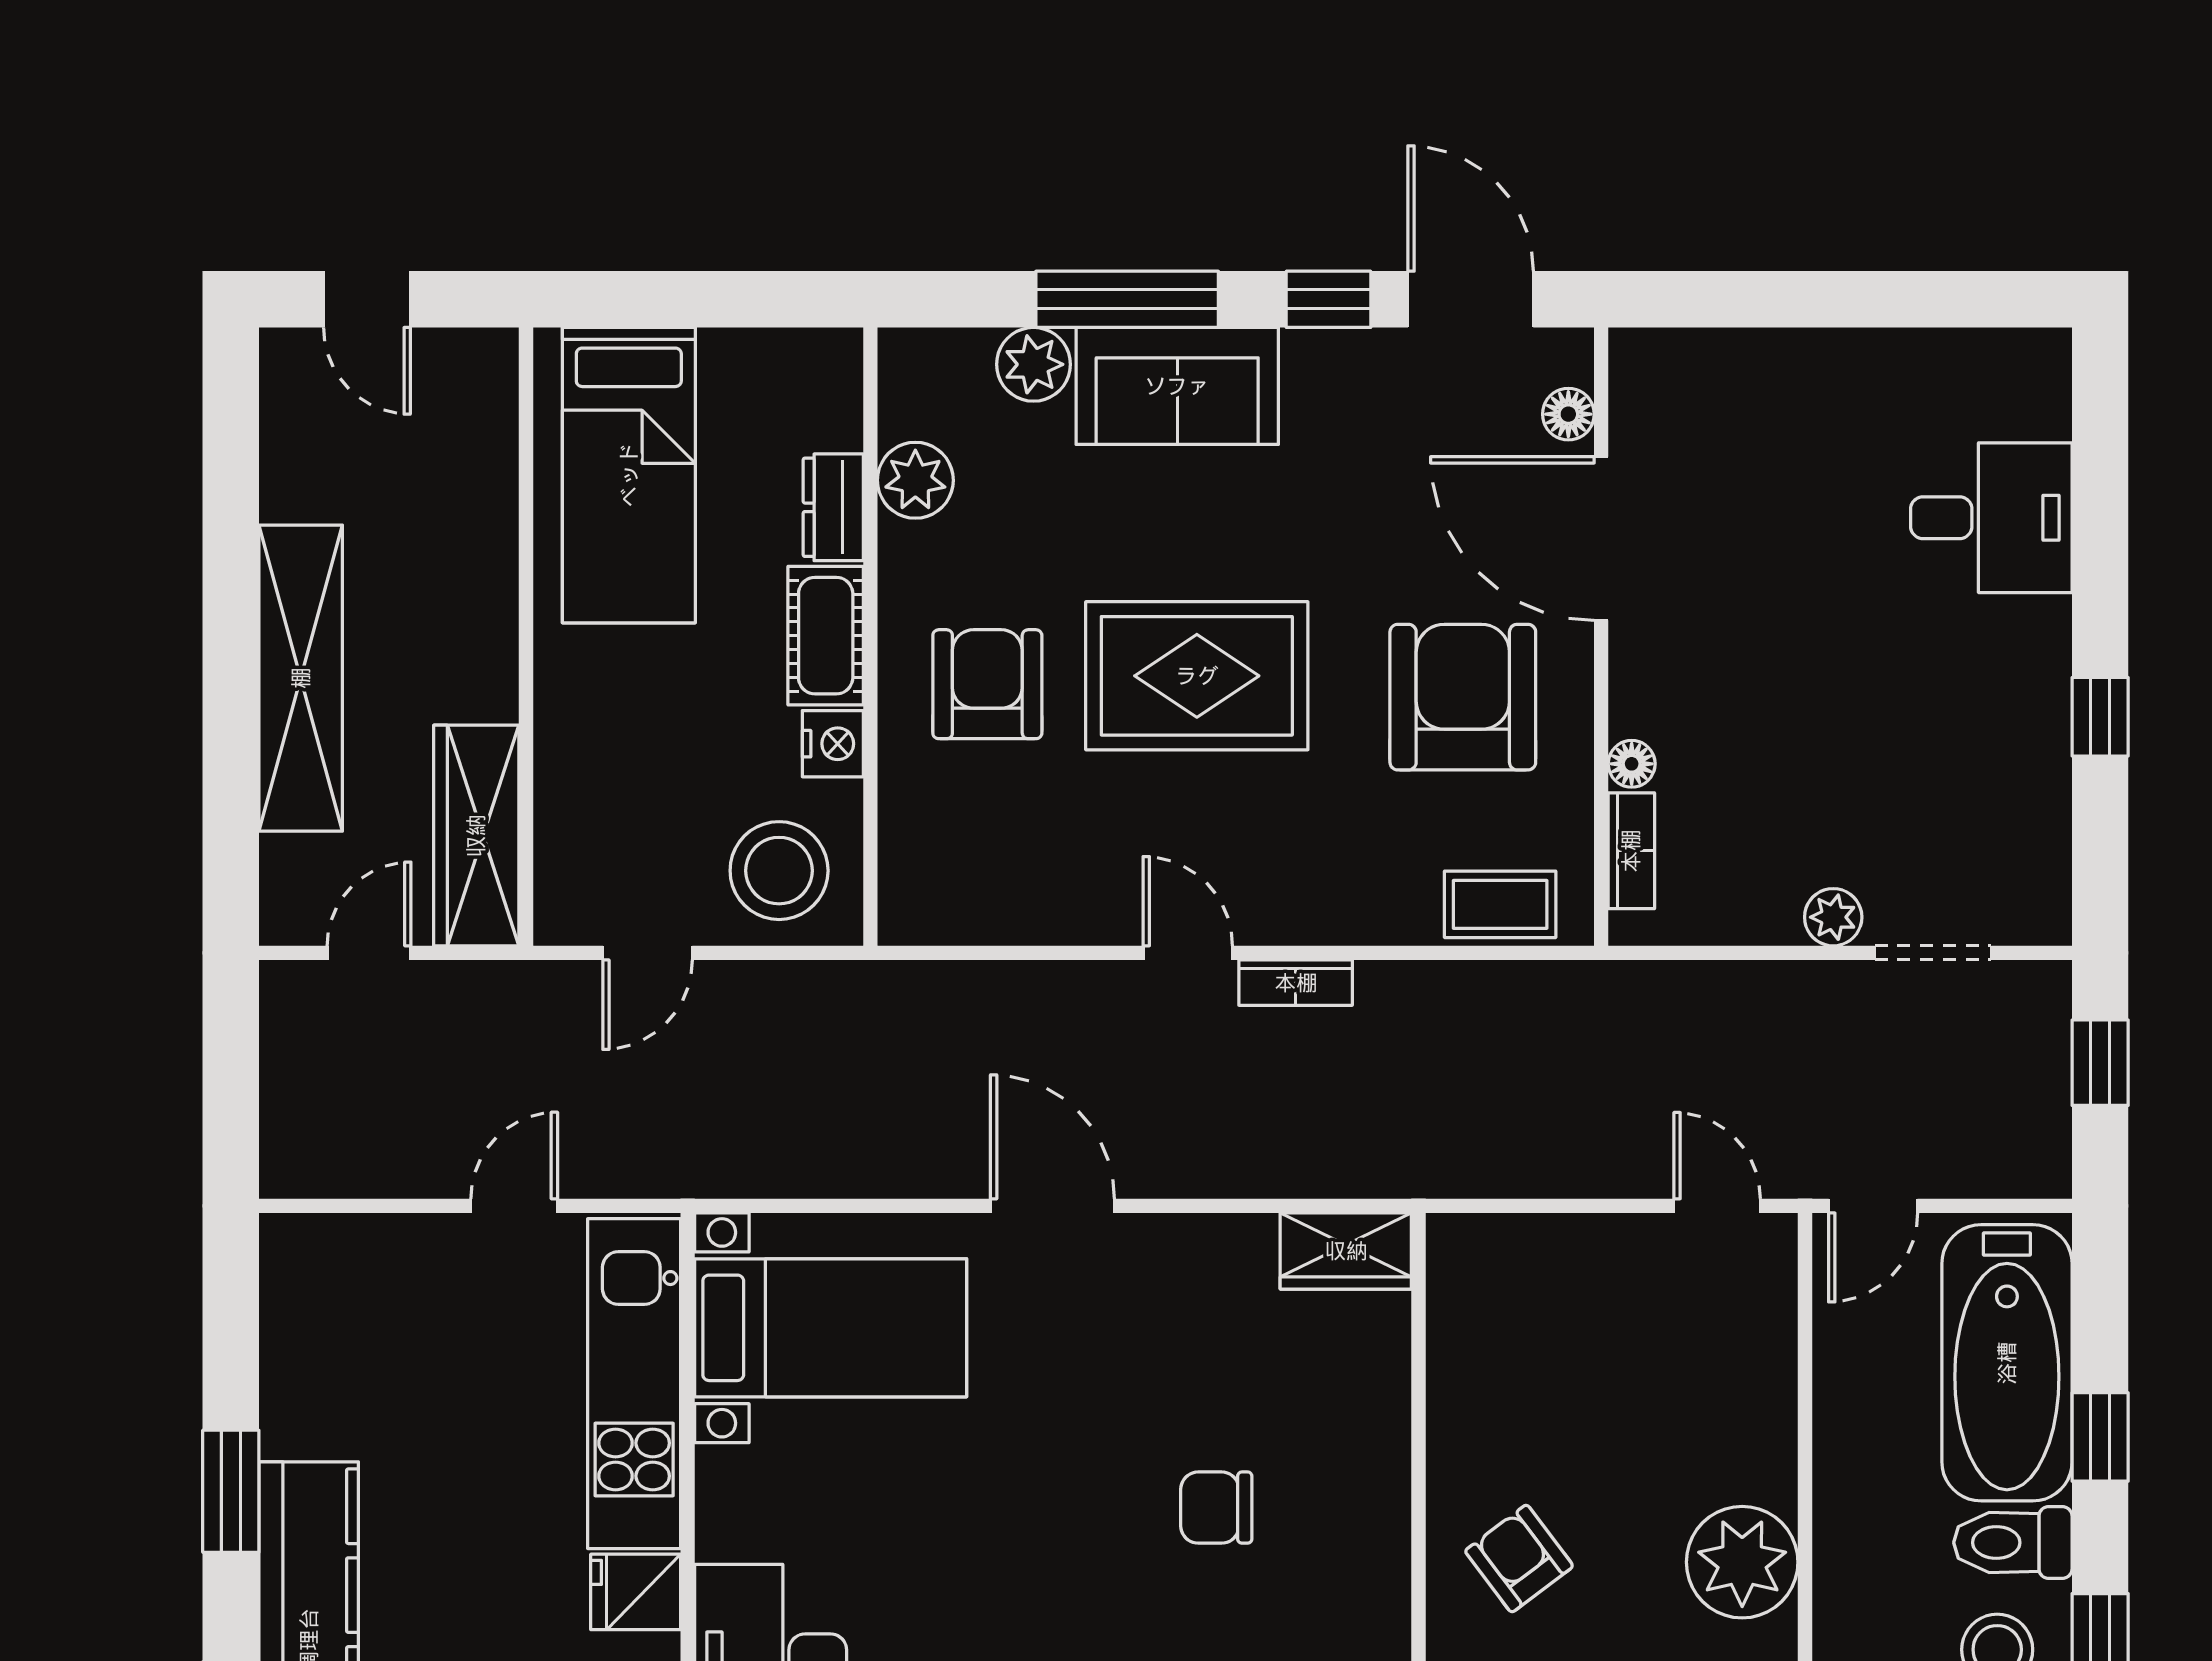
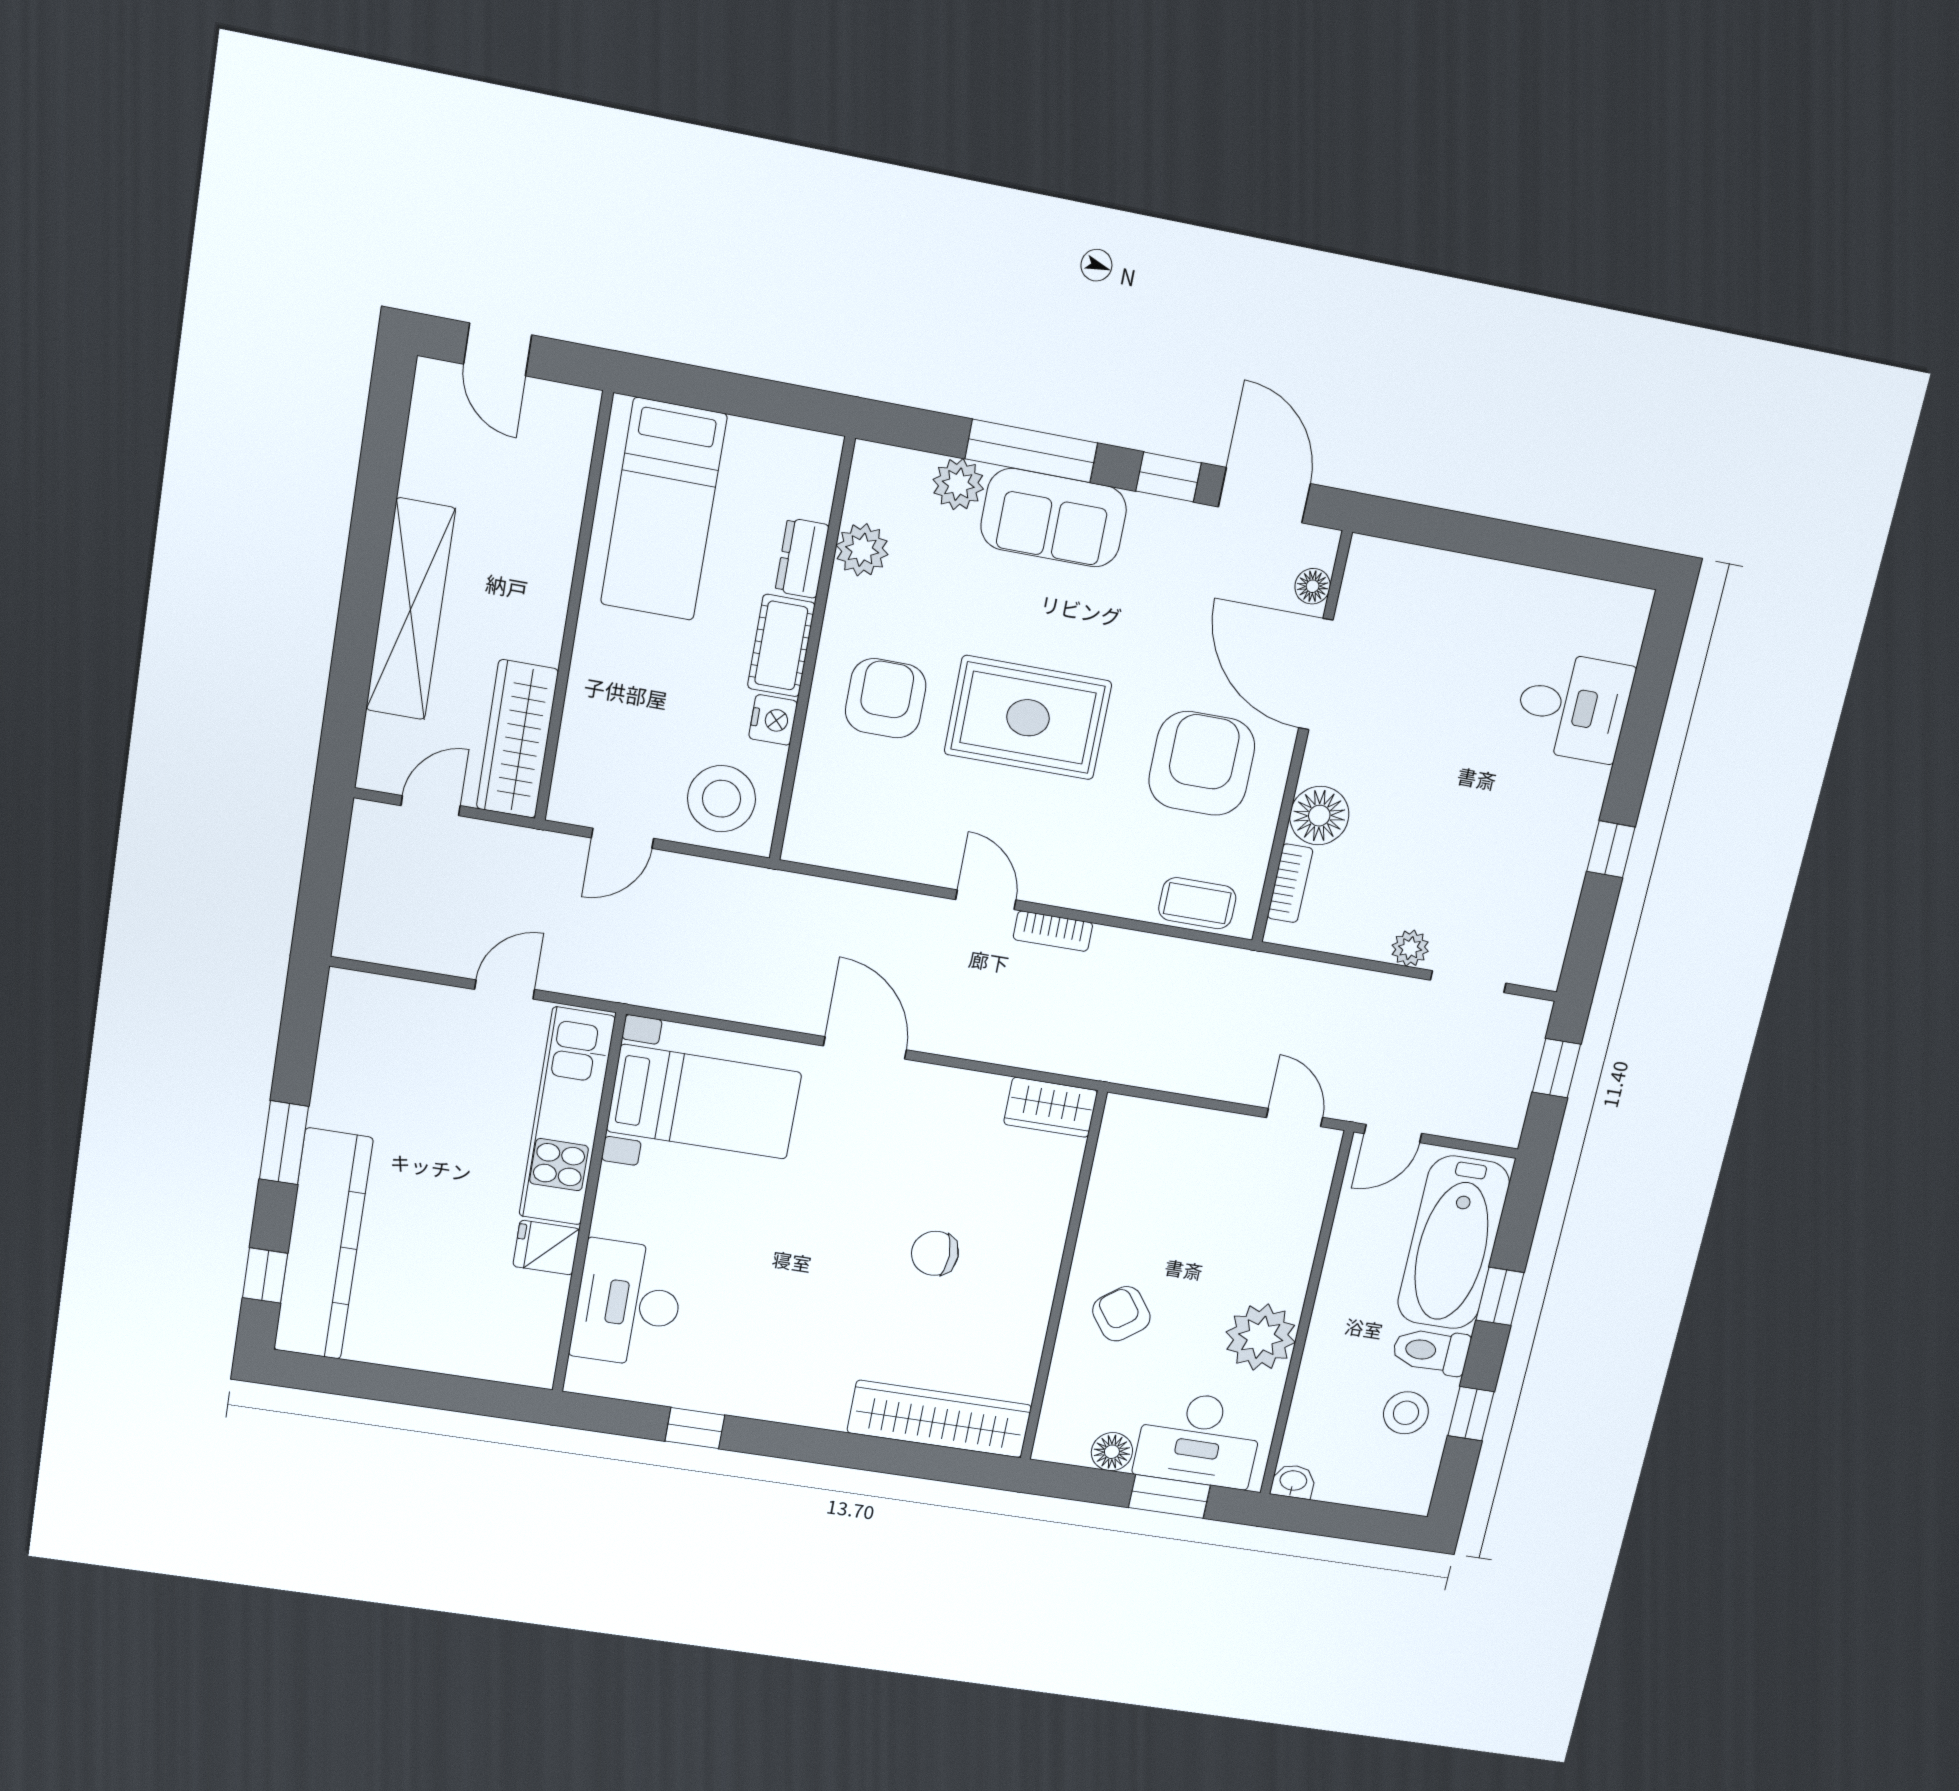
floor lamp: (1632, 764) -> (1319, 816), width x1.89, depth x1.89

